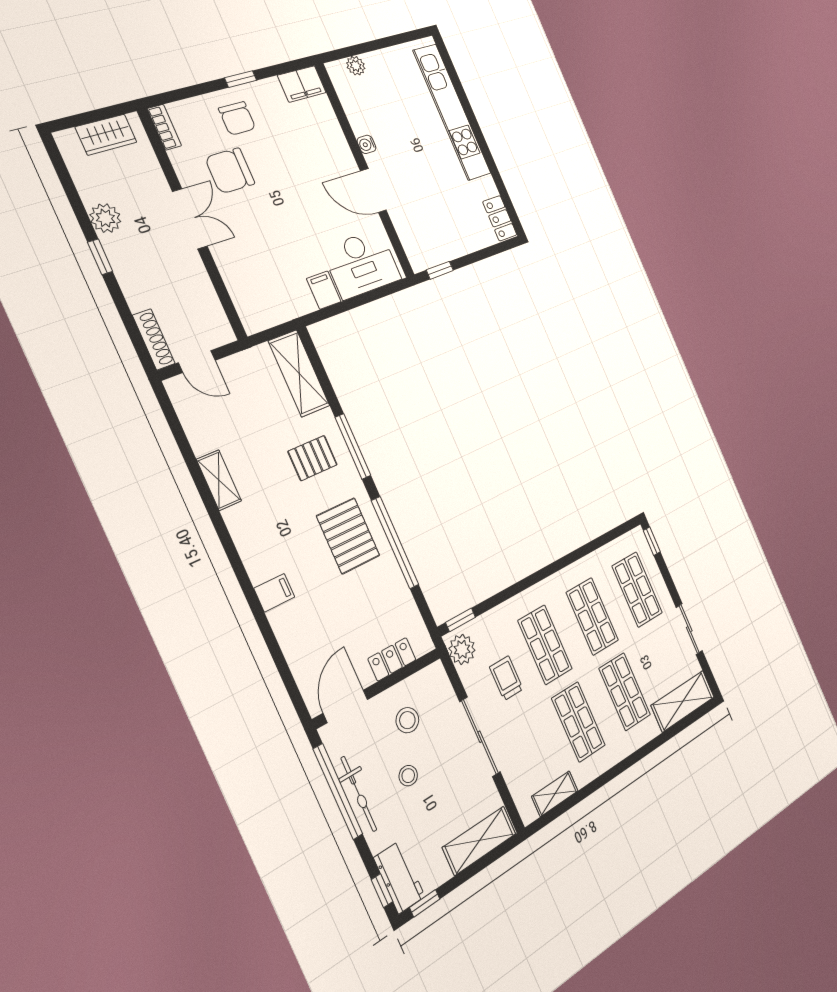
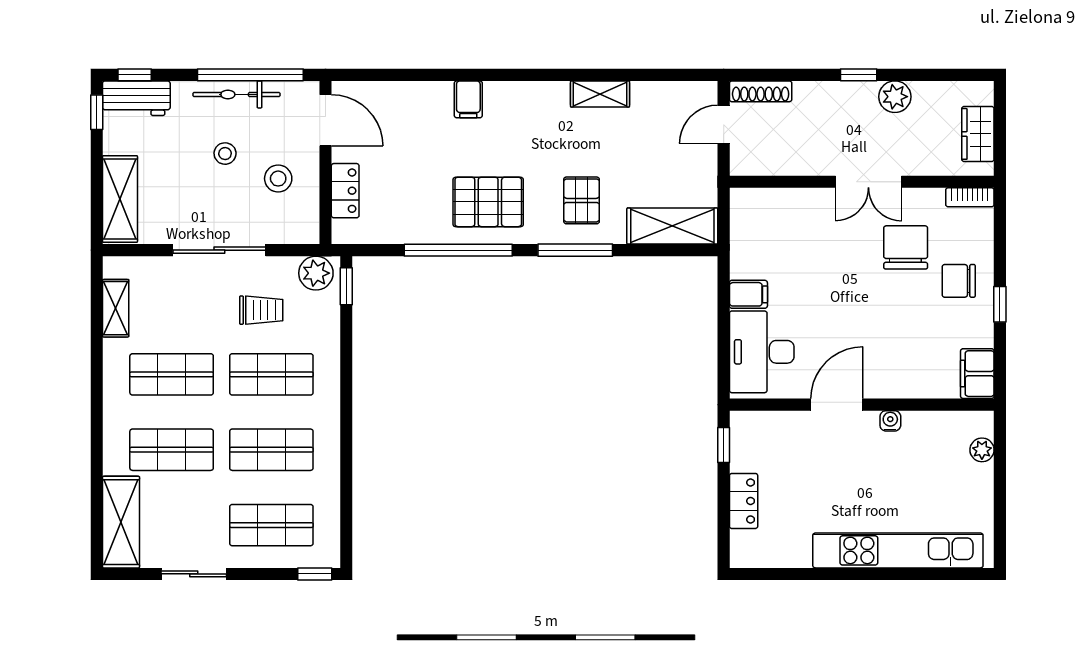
locker: (500, 218) -> (744, 501), moved, turned 90

